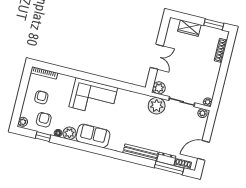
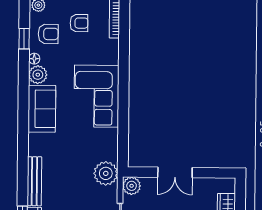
plant: (157, 106) -> (106, 173), moved

